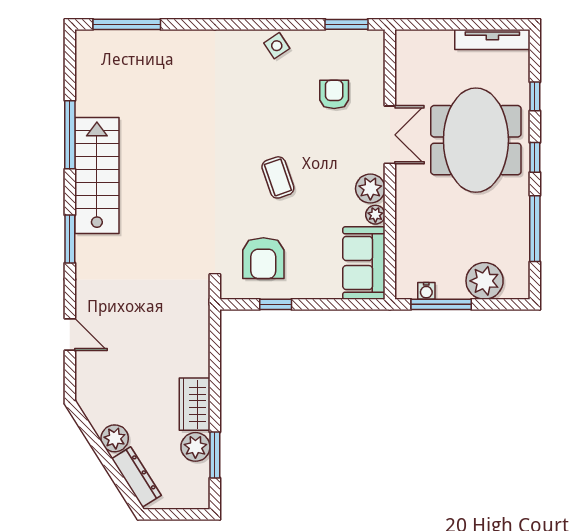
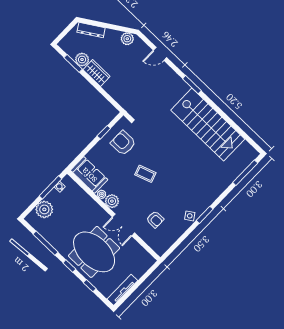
window: (347, 24) -> (205, 215), moved
window: (70, 135) -> (227, 118), removed
stairs: (97, 176) -> (208, 125), width x1.36, depth x1.51
plant: (115, 438) -> (127, 39), moved

